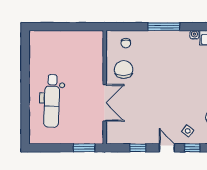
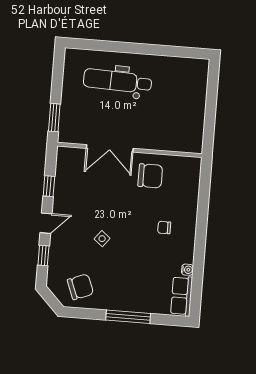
window: (164, 27) -> (201, 231), removed
chair: (126, 43) -> (164, 228), moved
side table: (188, 131) -> (102, 239), moved

